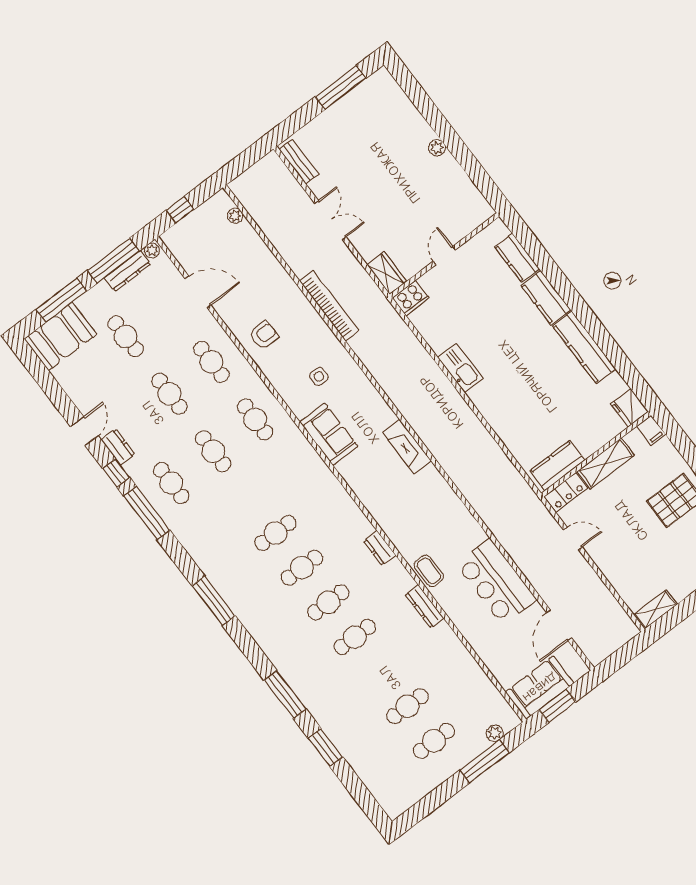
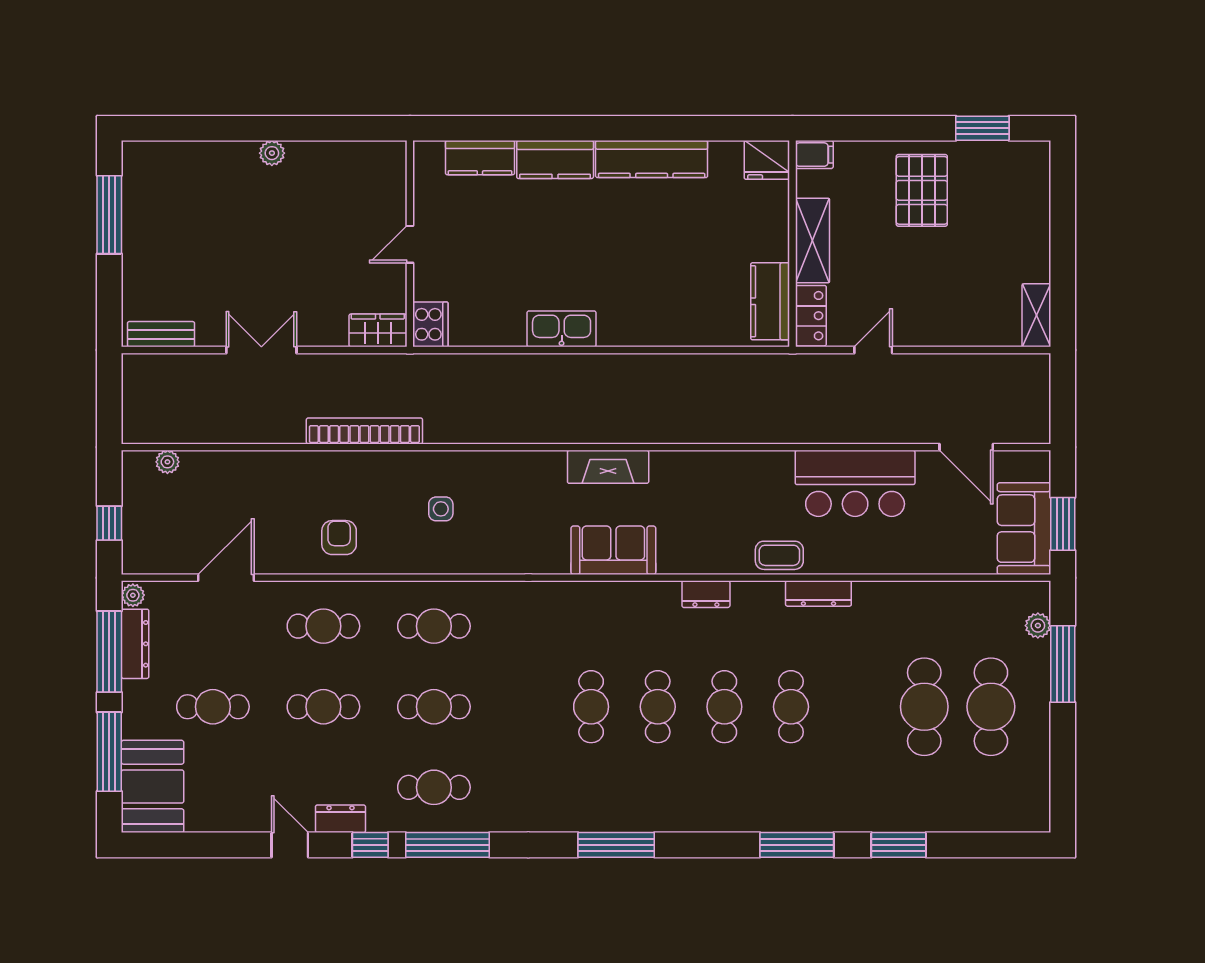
door: (444, 256) -> (410, 244), hinge flipped
sofa: (329, 434) -> (613, 550), moved
cafe table: (407, 706) -> (924, 707), width x1.37, depth x1.35
cafe table: (434, 741) -> (991, 707), width x1.37, depth x1.35

